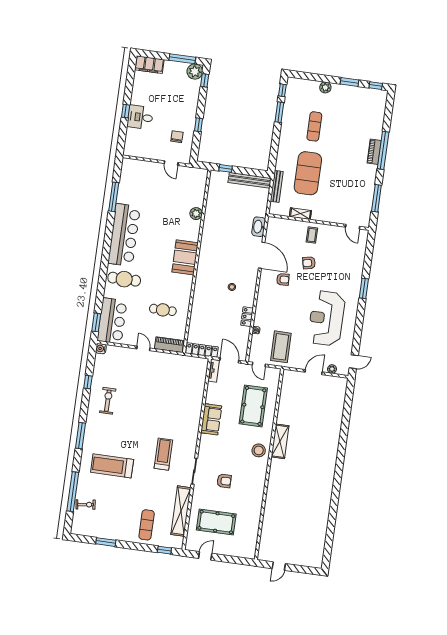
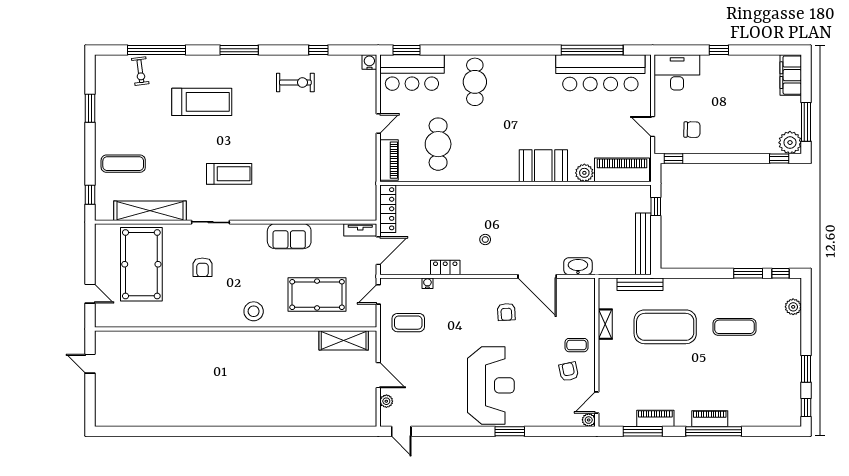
plant: (325, 87) -> (793, 307), moved
desk: (140, 117) -> (677, 72), moved, width x1.37
window: (199, 125) -> (674, 159), moved
door: (171, 163) -> (653, 126), hinge flipped
piano: (198, 188) -> (622, 170), added
piano: (369, 189) -> (655, 418), added
window: (114, 197) -> (592, 50), width x1.46
plant: (364, 234) -> (589, 420), added
bar counter: (124, 235) -> (600, 73), moved
door: (262, 255) -> (537, 276), hinge flipped
booth: (185, 257) -> (543, 166), moved
armchair: (309, 263) -> (569, 372), moved
cafe table: (163, 310) -> (438, 144), width x1.37, depth x1.35
reception desk: (326, 318) -> (491, 385), moved, turned 90
coffee table: (281, 347) -> (408, 323), width x0.73, depth x0.76
shelving: (280, 441) -> (344, 340), moved
treadmill: (112, 466) -> (202, 102), turned 90
pool table: (216, 522) -> (141, 264), width x1.36, depth x1.32
door: (205, 556) -> (90, 294), moved

